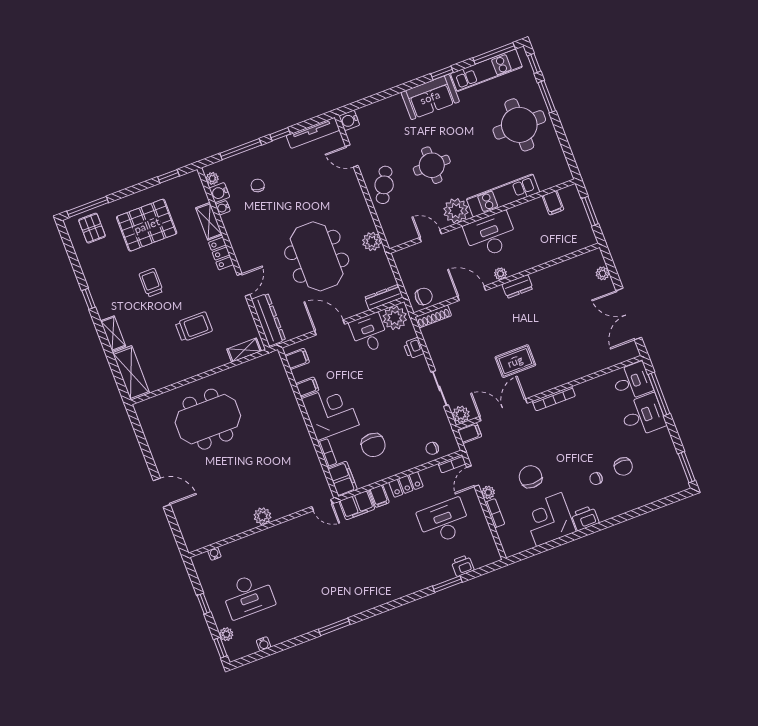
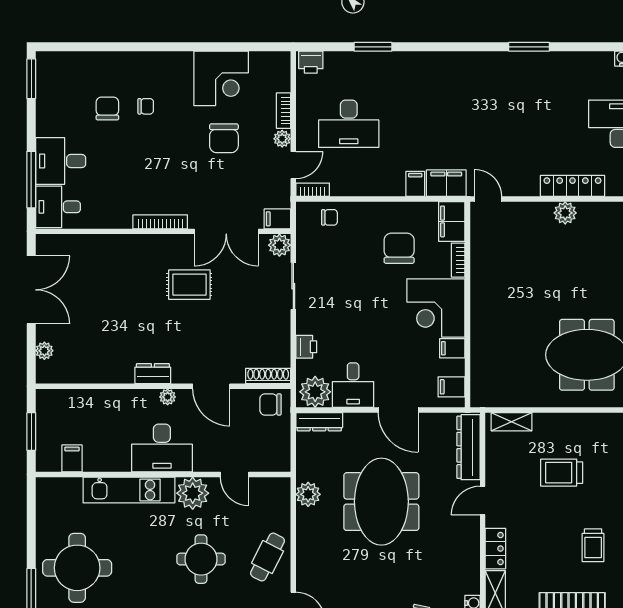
locker: (406, 484) -> (572, 186), moved, width x1.53
printer: (585, 518) -> (177, 64), removed
printer: (463, 566) -> (311, 62), moved

